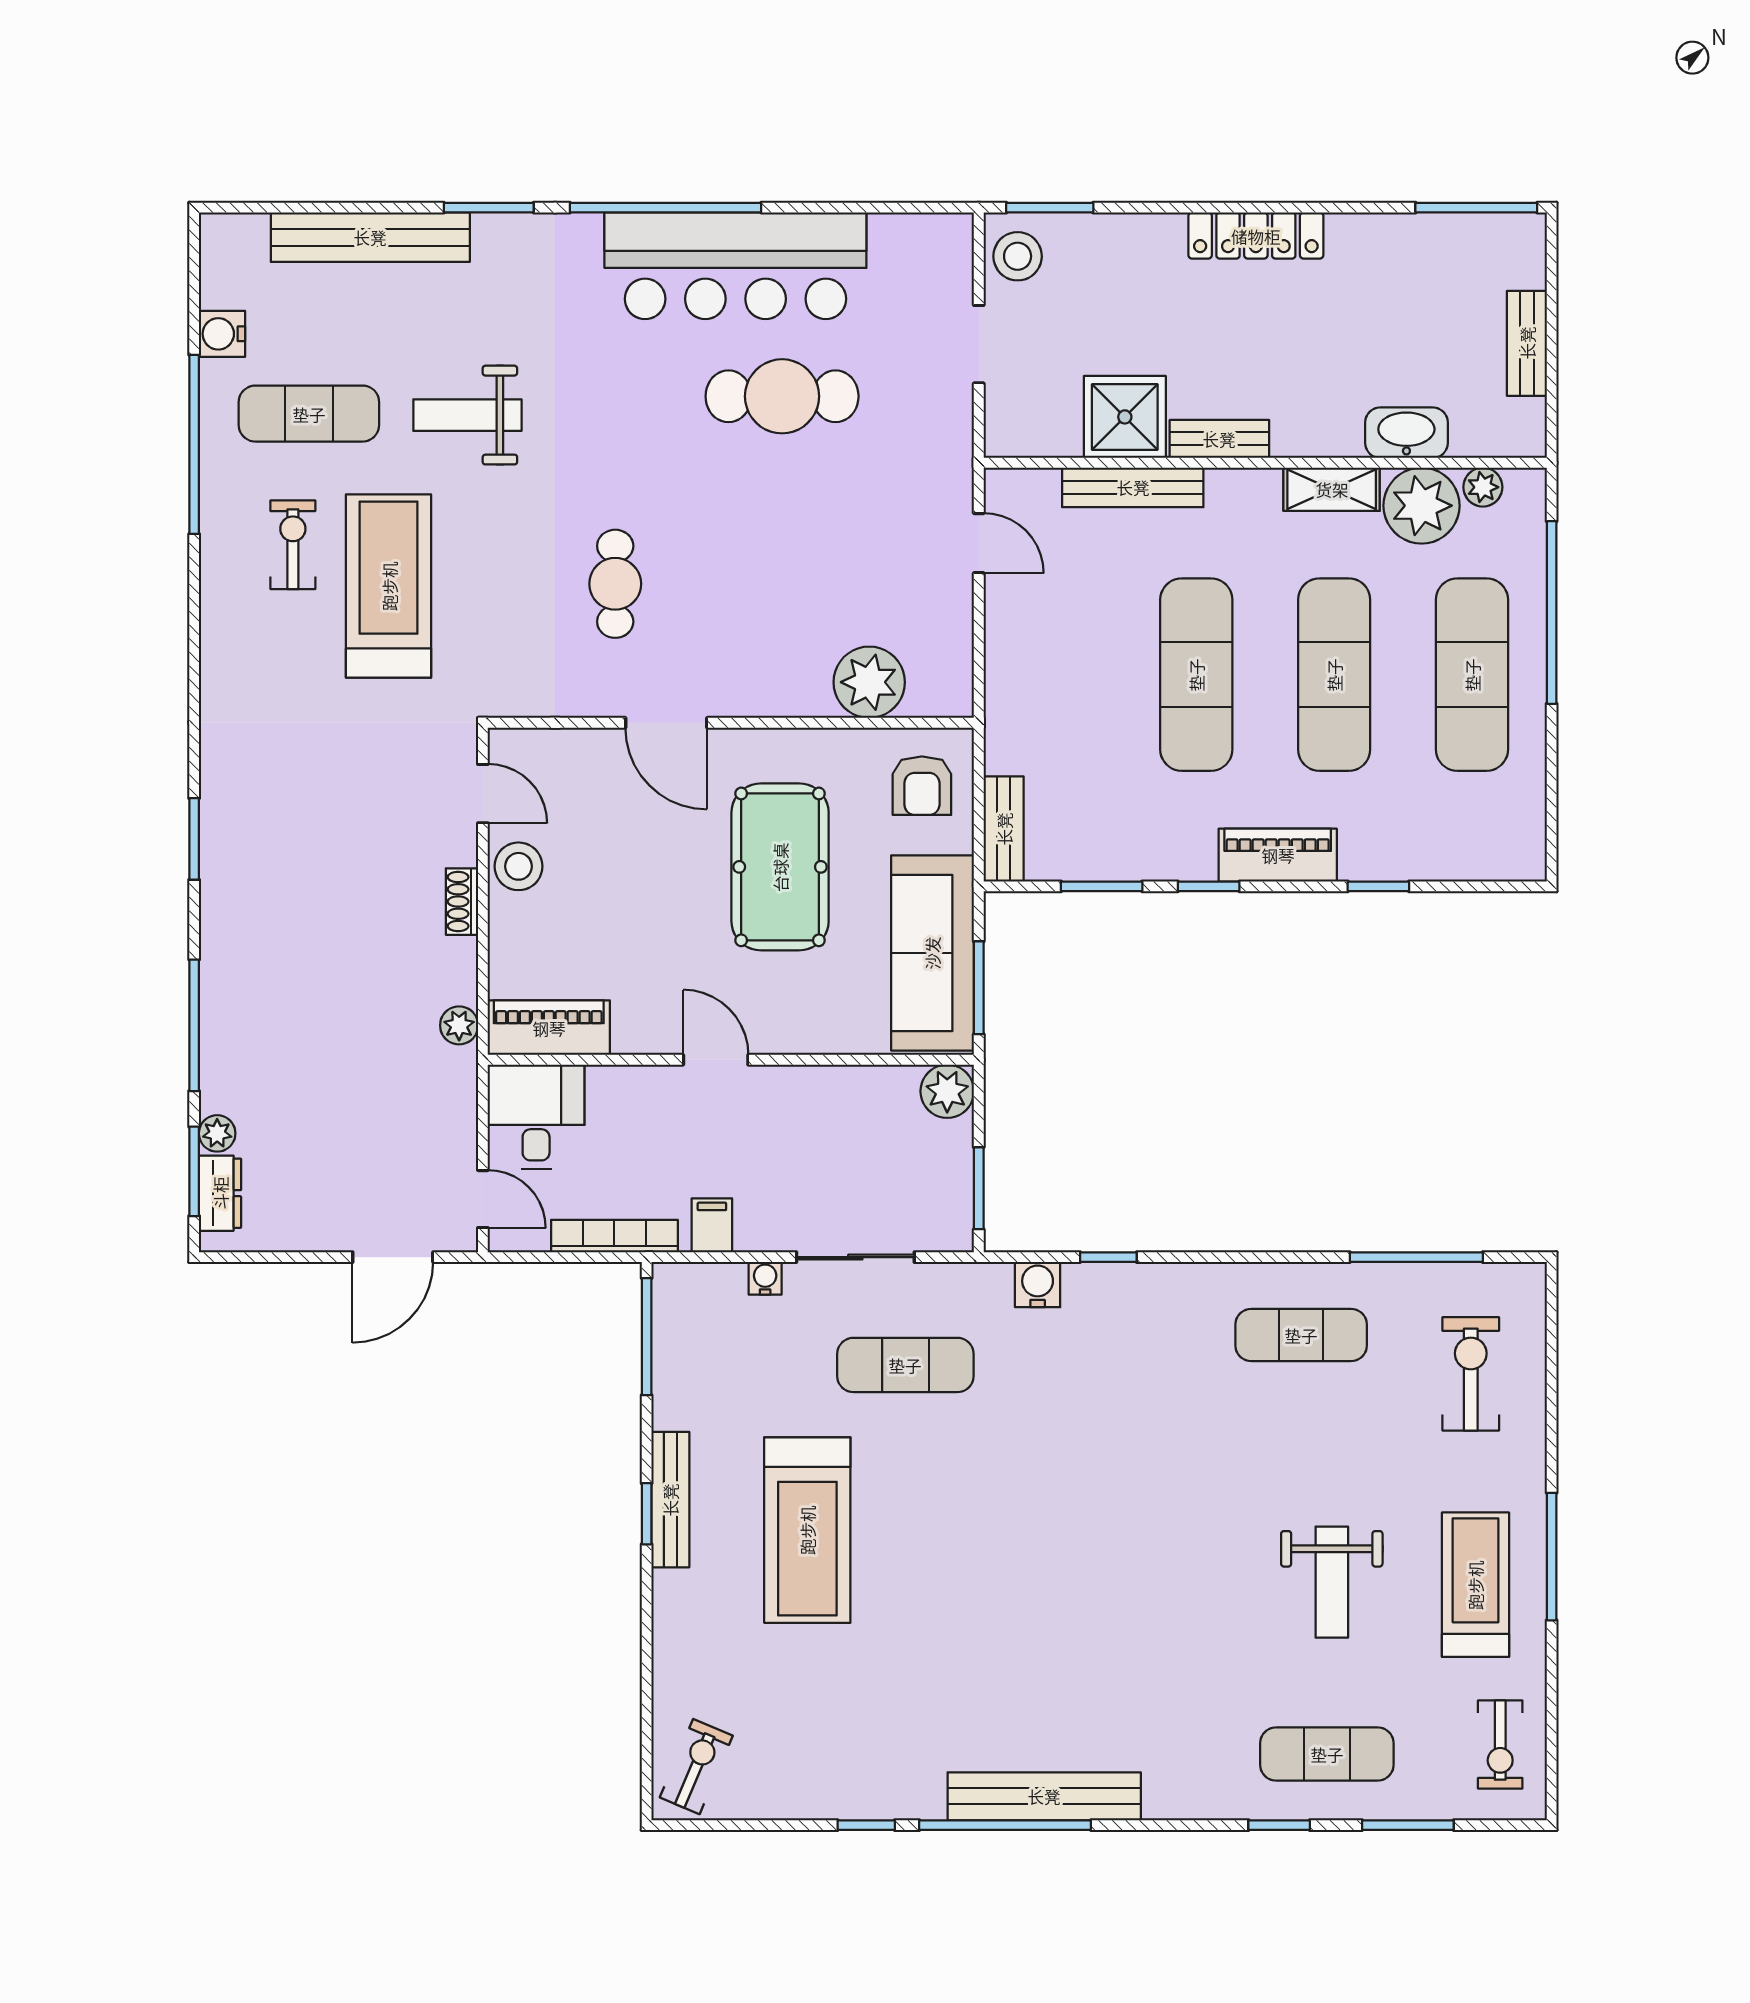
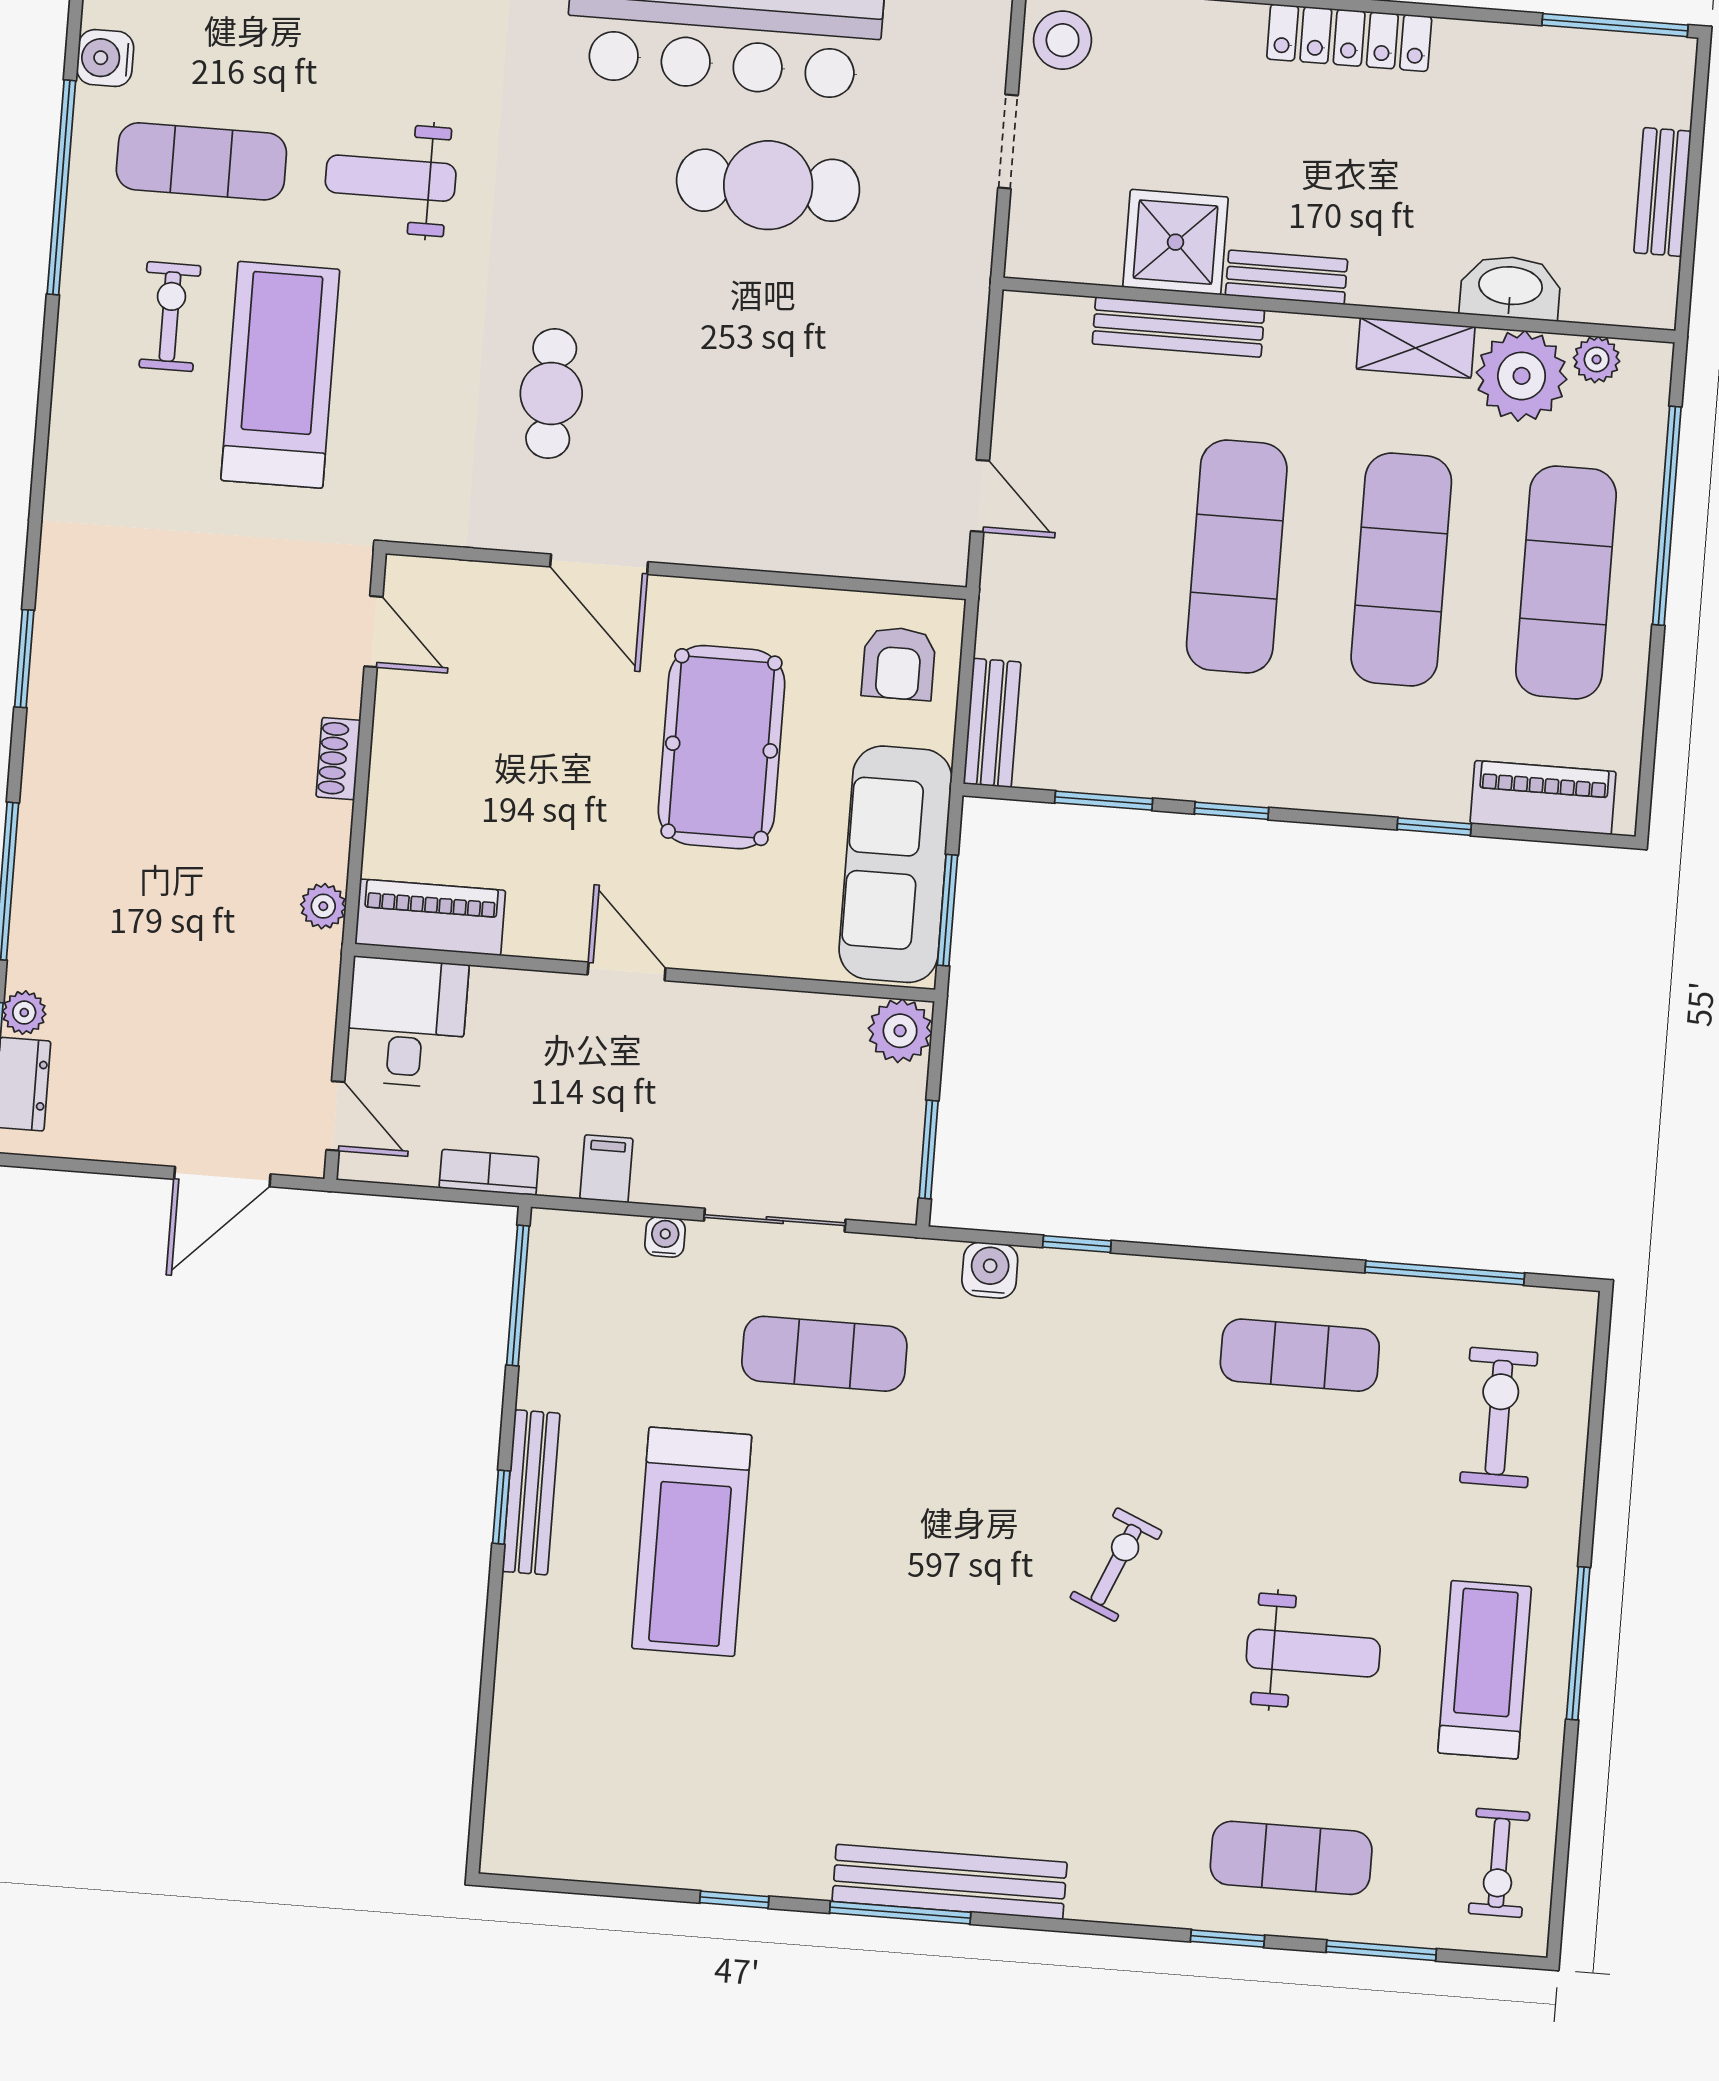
door: (979, 543) -> (980, 496), moved
plant: (869, 682) -> (845, 535), removed
piano: (1278, 855) -> (1543, 798), moved
stool: (518, 866) -> (409, 722), removed
bookcase: (614, 1236) -> (489, 1172), width x0.64
weight bench: (1332, 1582) -> (1313, 1653), turned -90
exercise bike: (696, 1767) -> (1116, 1565), moved
window: (1005, 1825) -> (900, 1913), width x0.68

